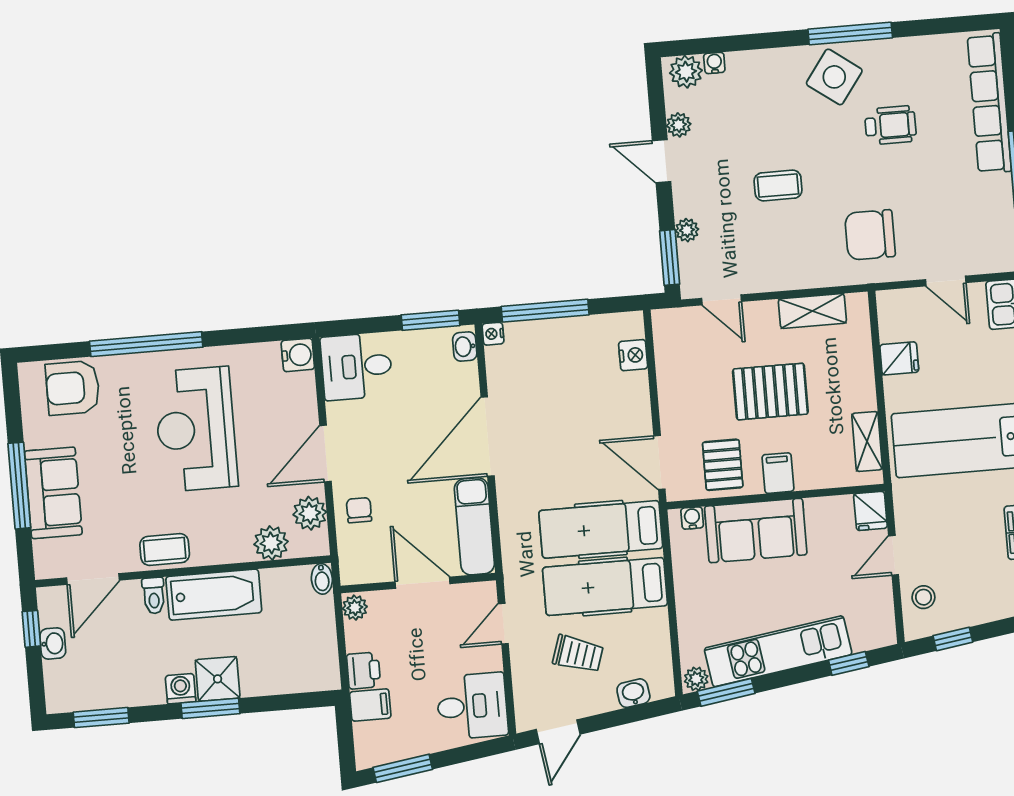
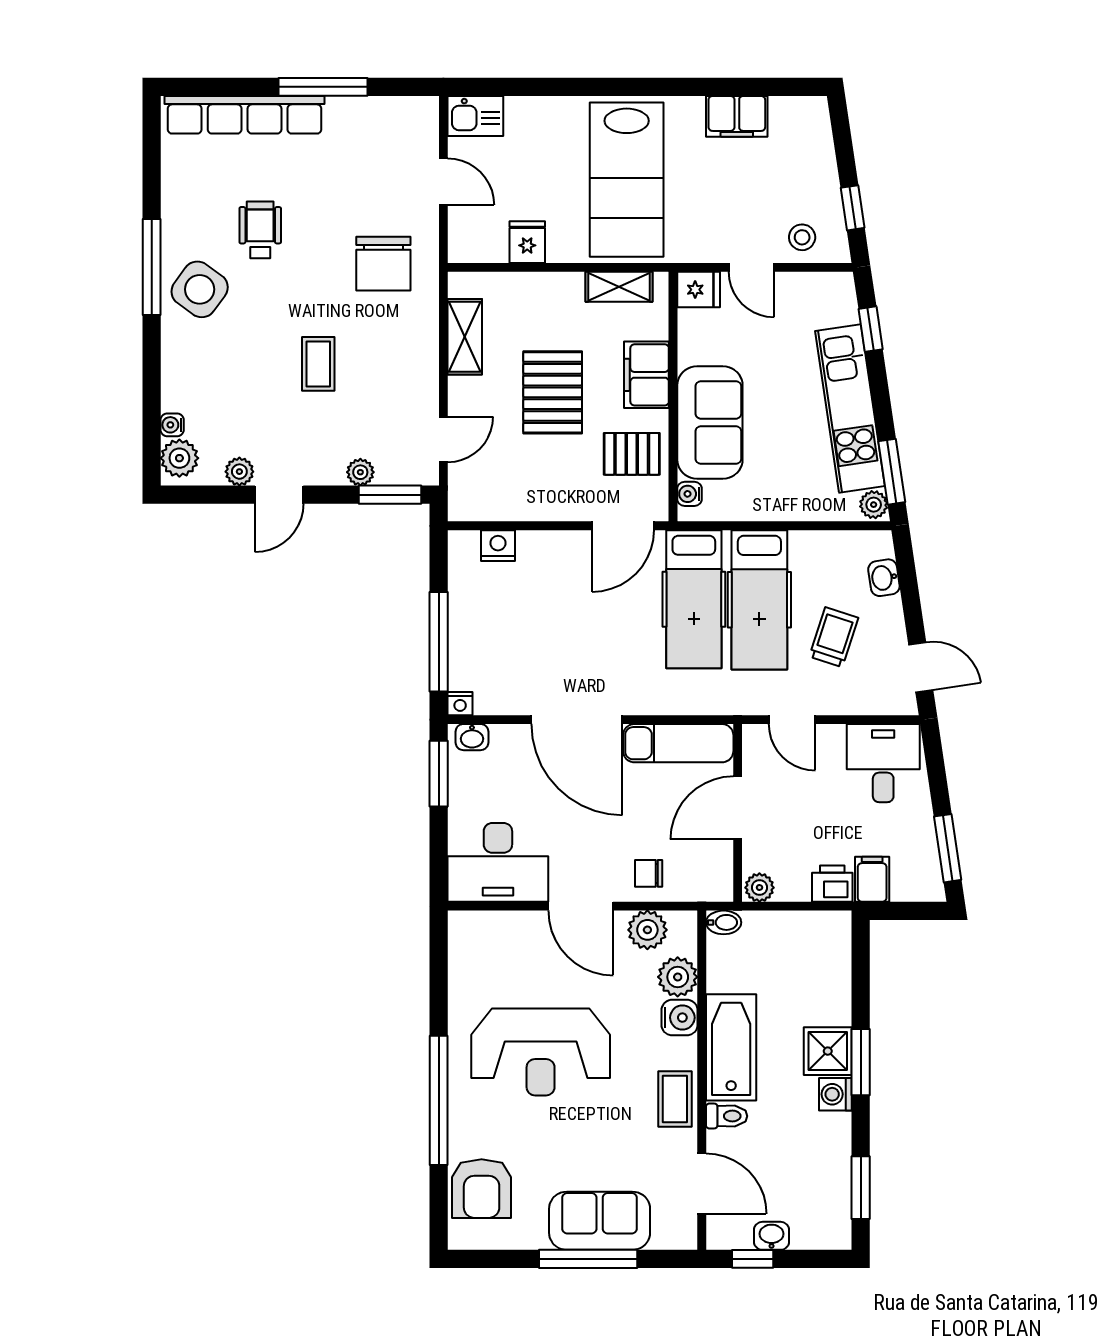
door: (946, 281) -> (443, 182), hinge flipped
water cooler: (298, 355) -> (680, 1018), moved, turned 90
desk: (357, 366) -> (498, 862), width x1.37
filing cabinet: (778, 473) -> (646, 375), width x2.00

